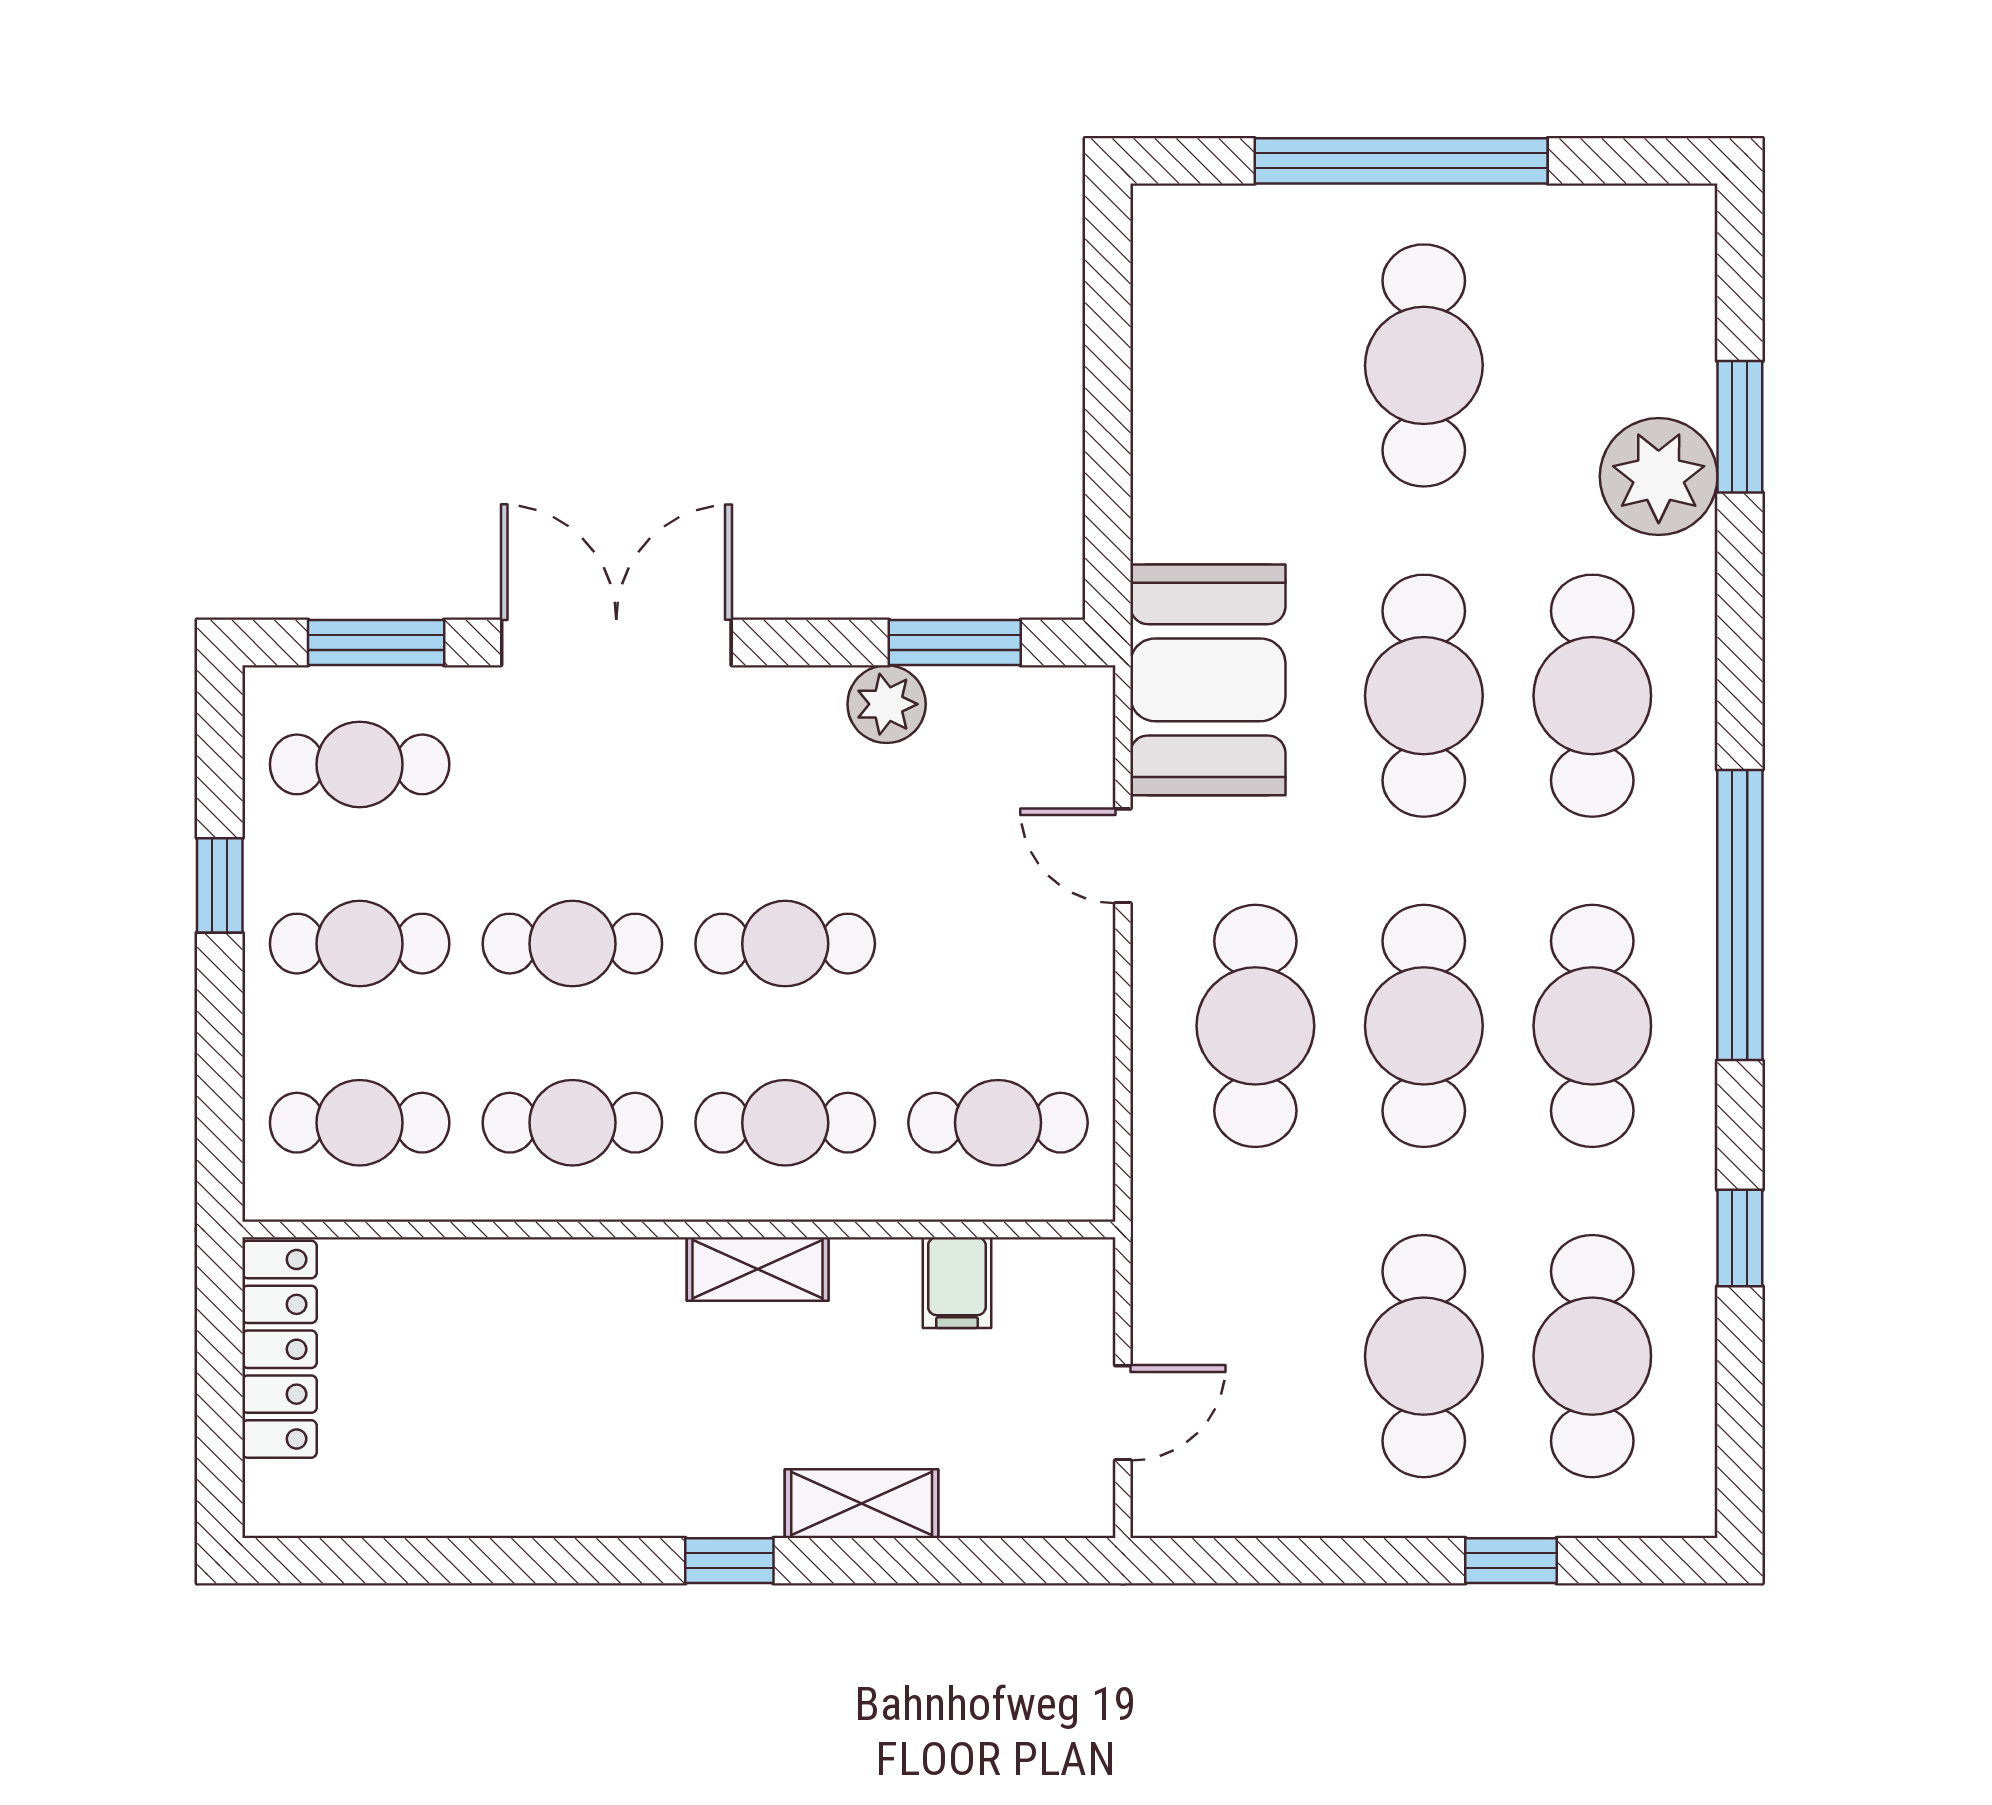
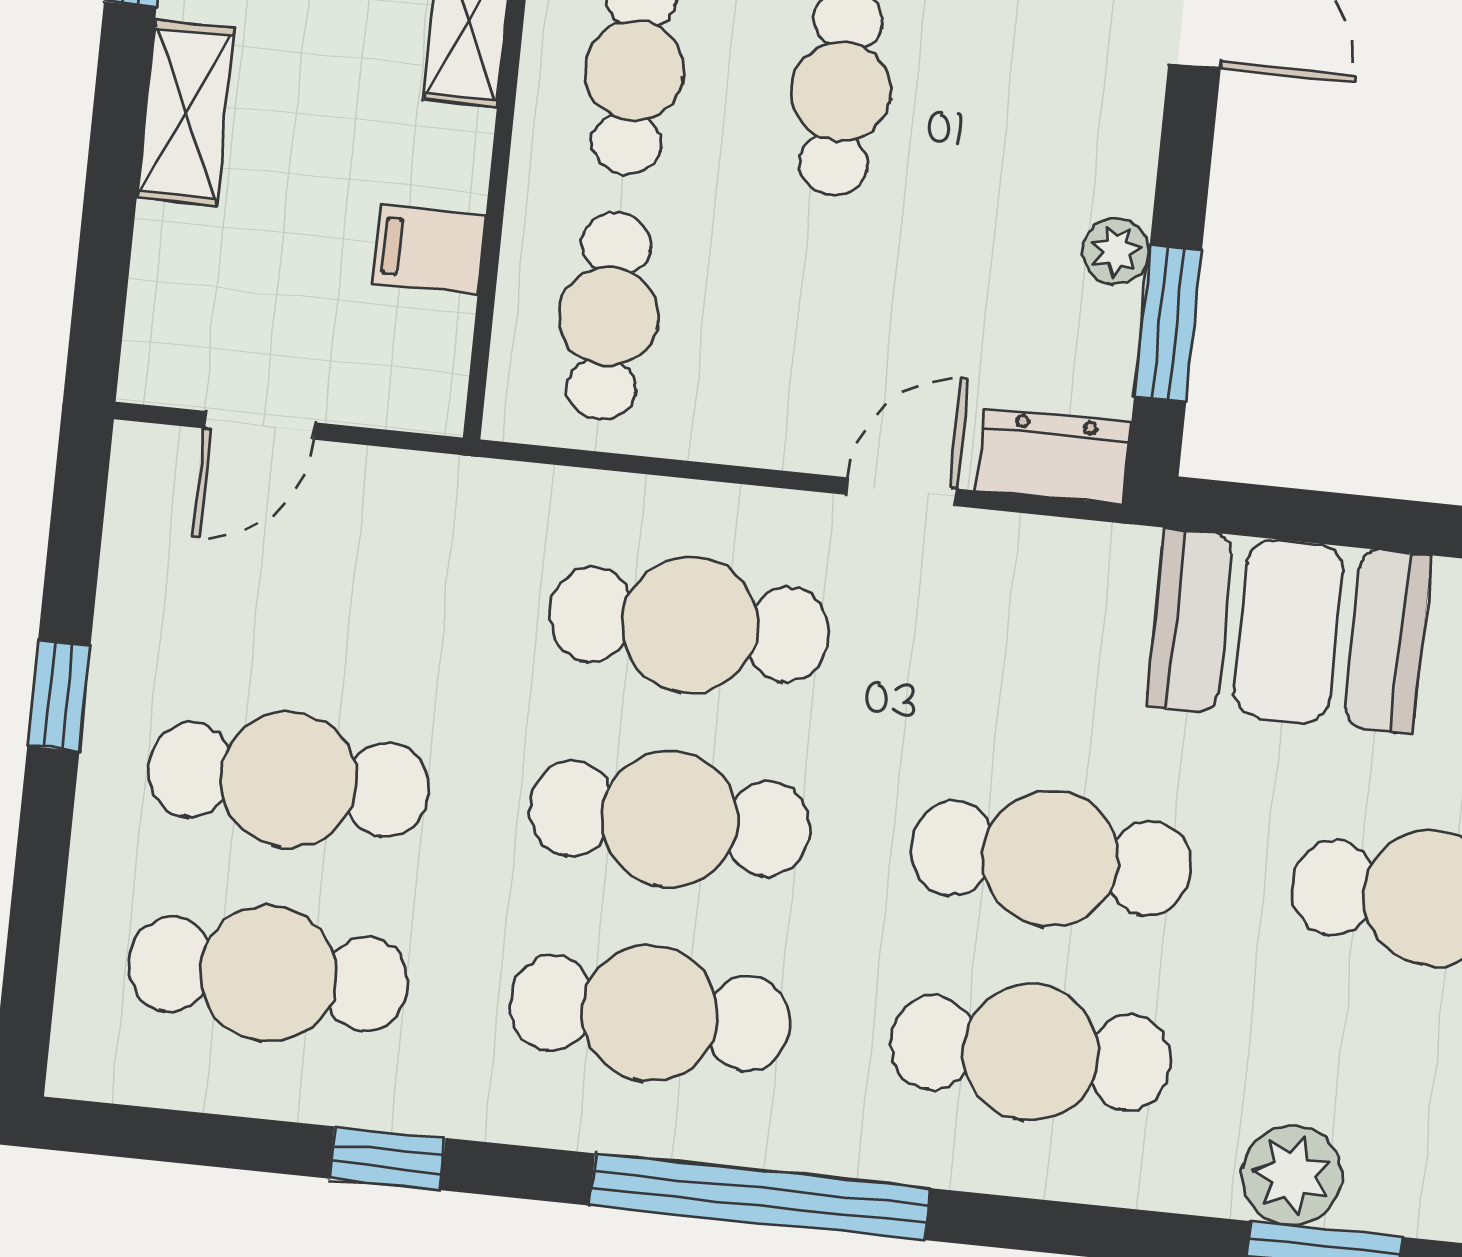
plant: (1659, 477) -> (1292, 1175), width x0.73, depth x0.73
booth: (1208, 680) -> (1289, 631), moved
plant: (887, 704) -> (1116, 251), width x0.73, depth x0.73
dresser: (1079, 729) -> (1053, 457), added
door: (1123, 1413) -> (259, 425), hinge flipped
window: (1511, 1561) -> (59, 696), moved

